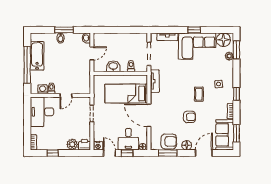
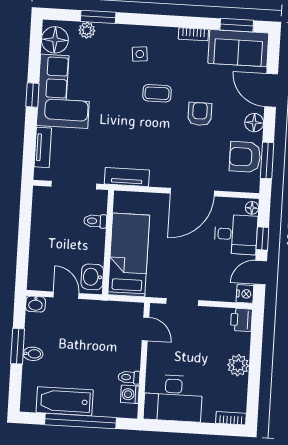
window: (236, 50) -> (98, 17), moved
washbasin: (113, 66) -> (92, 277), moved
bed: (126, 94) -> (129, 255), moved, turned 180
window: (236, 94) -> (161, 21), removed
door: (66, 95) -> (146, 329), moved
armchair: (169, 142) -> (245, 157), turned -90
plant: (72, 144) -> (238, 365), moved
window: (53, 153) -> (254, 382), removed

